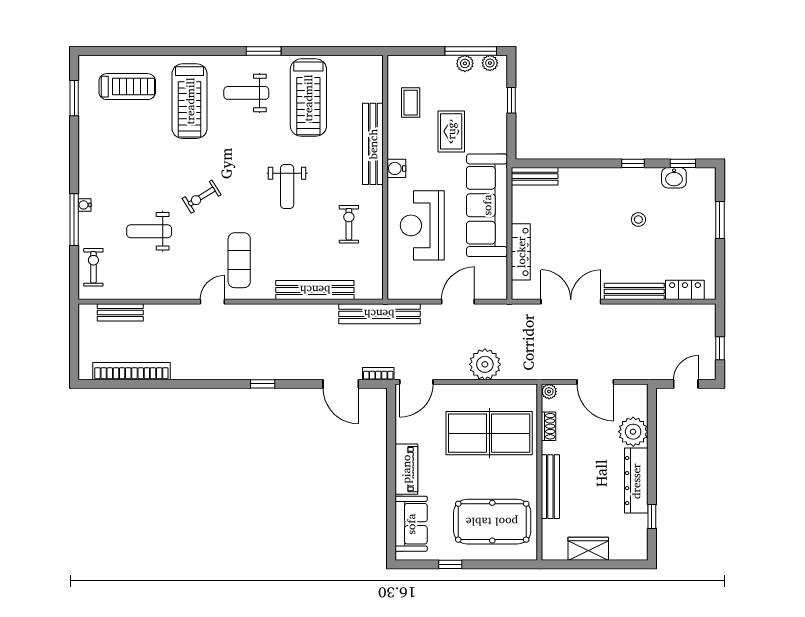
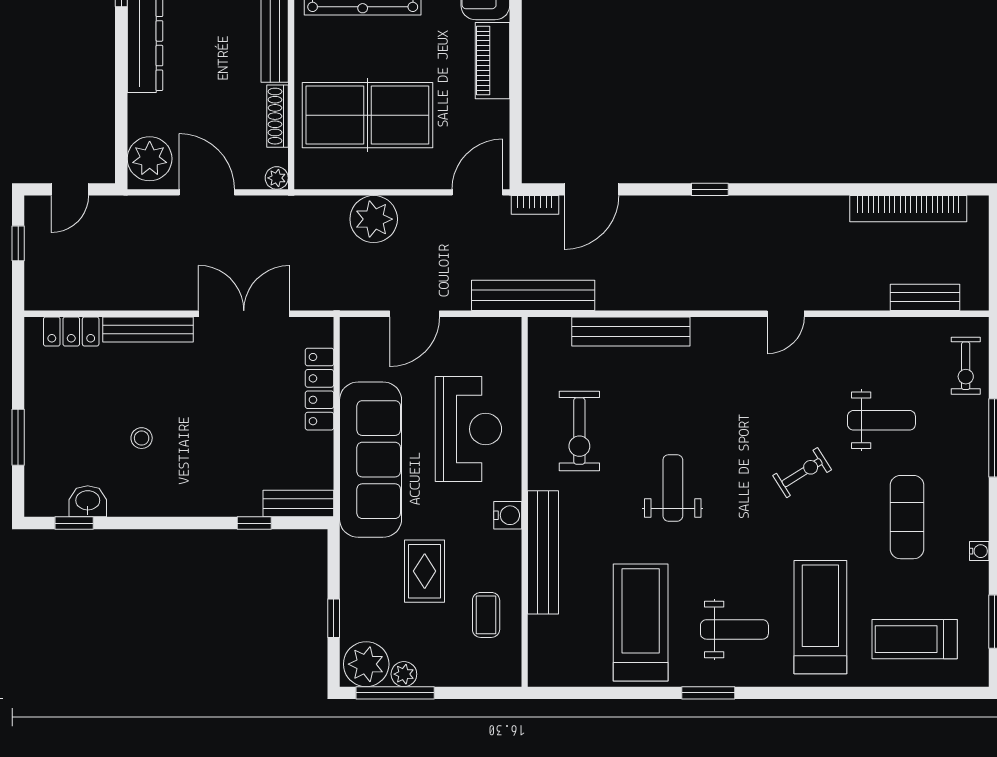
plant: (490, 63) -> (366, 664), width x1.88, depth x1.88
window: (633, 163) -> (254, 523), moved
water cooler: (85, 205) -> (979, 551), moved
exercise bike: (349, 224) -> (579, 431), width x1.38, depth x1.39
exercise mat: (239, 260) -> (907, 517), moved
double door: (571, 302) -> (244, 314), swing flipped
door: (341, 384) -> (592, 189), swing flipped
shoe rack: (549, 426) -> (278, 116), width x1.43
plant: (633, 432) -> (150, 159), moved

